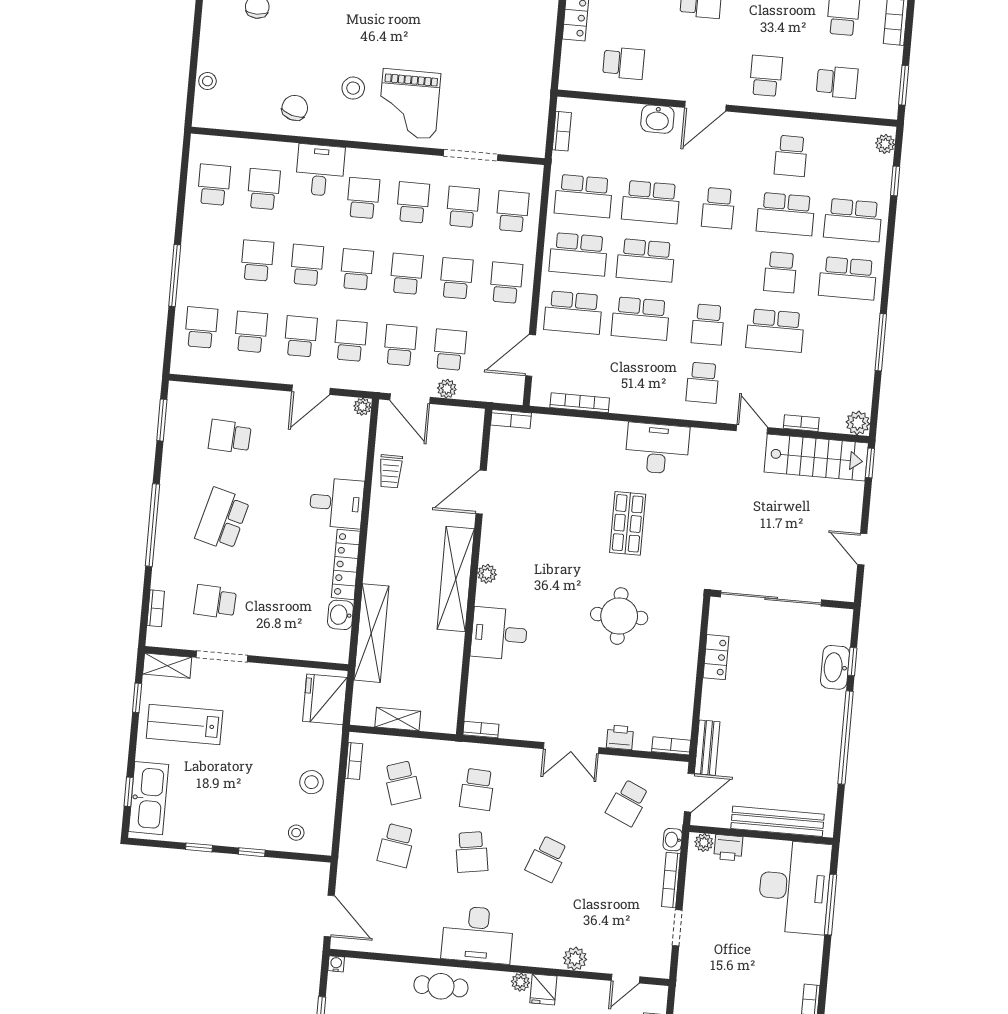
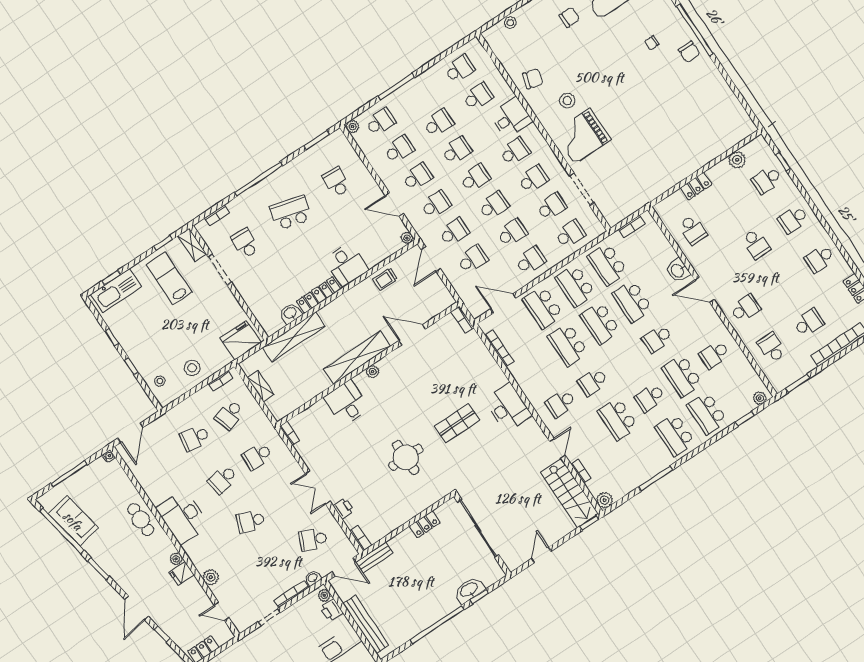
school desk: (837, 82) -> (772, 348), turned 180
plant: (447, 389) -> (353, 127), moved

